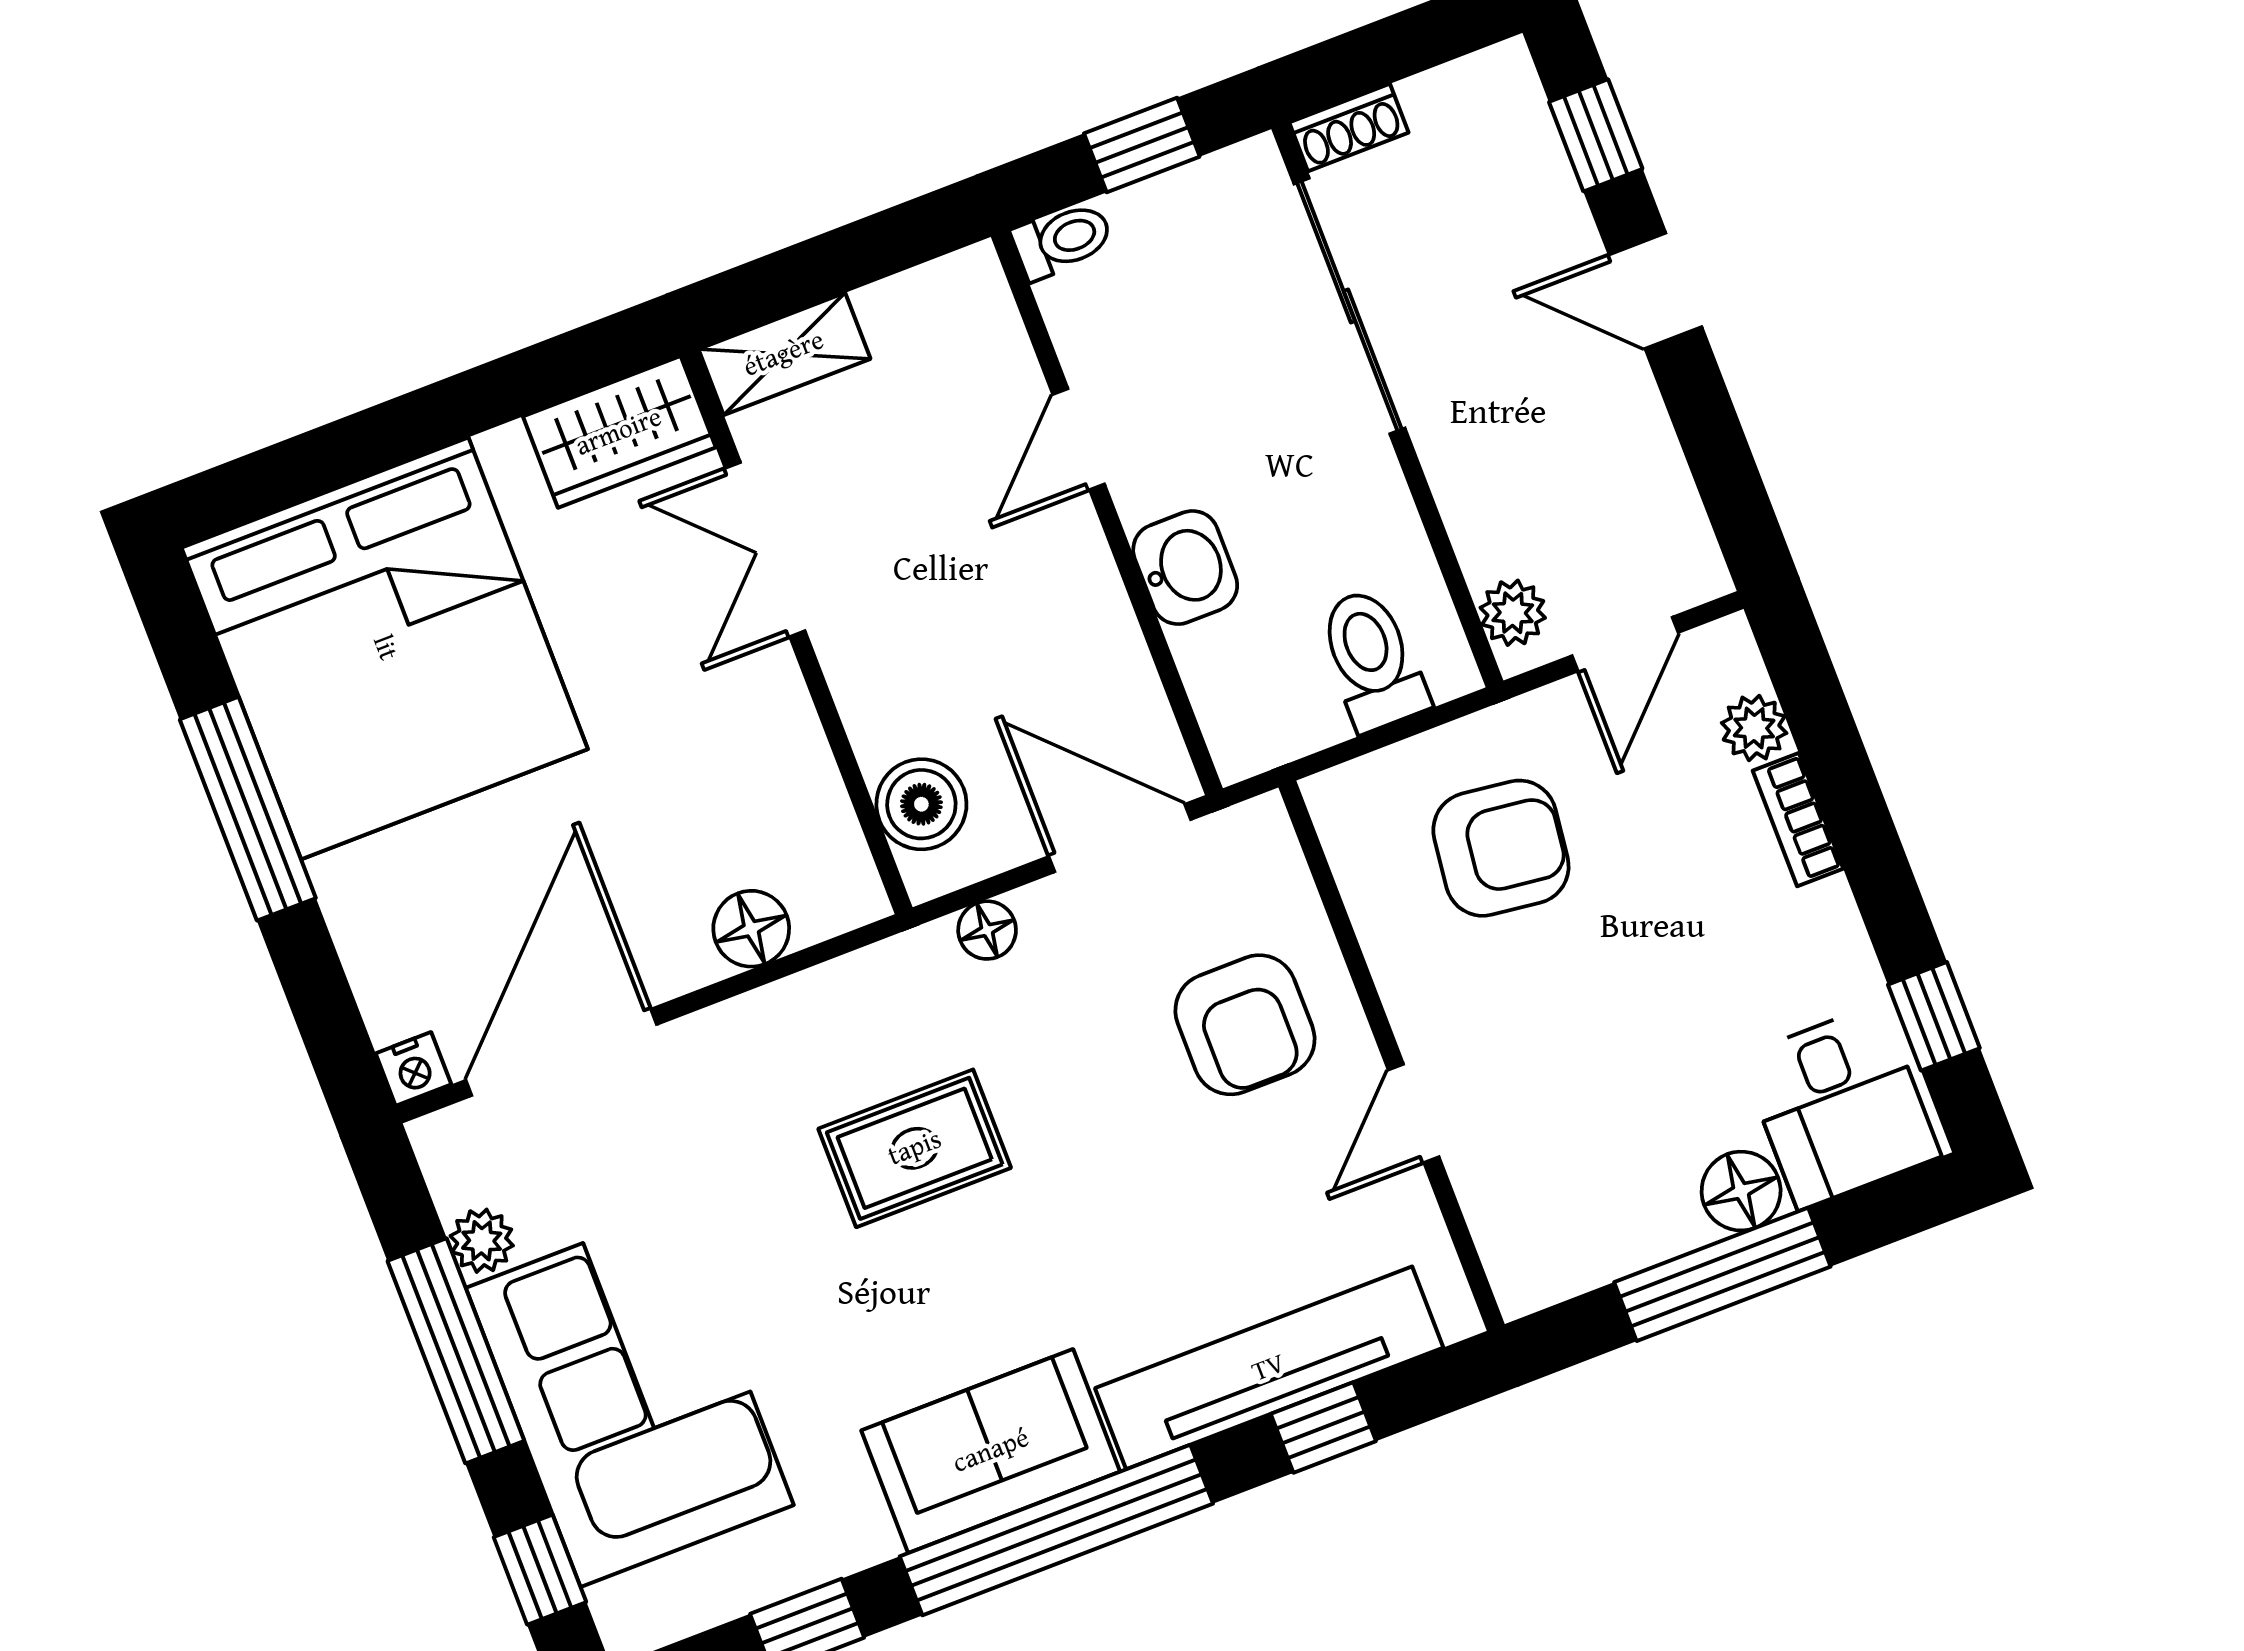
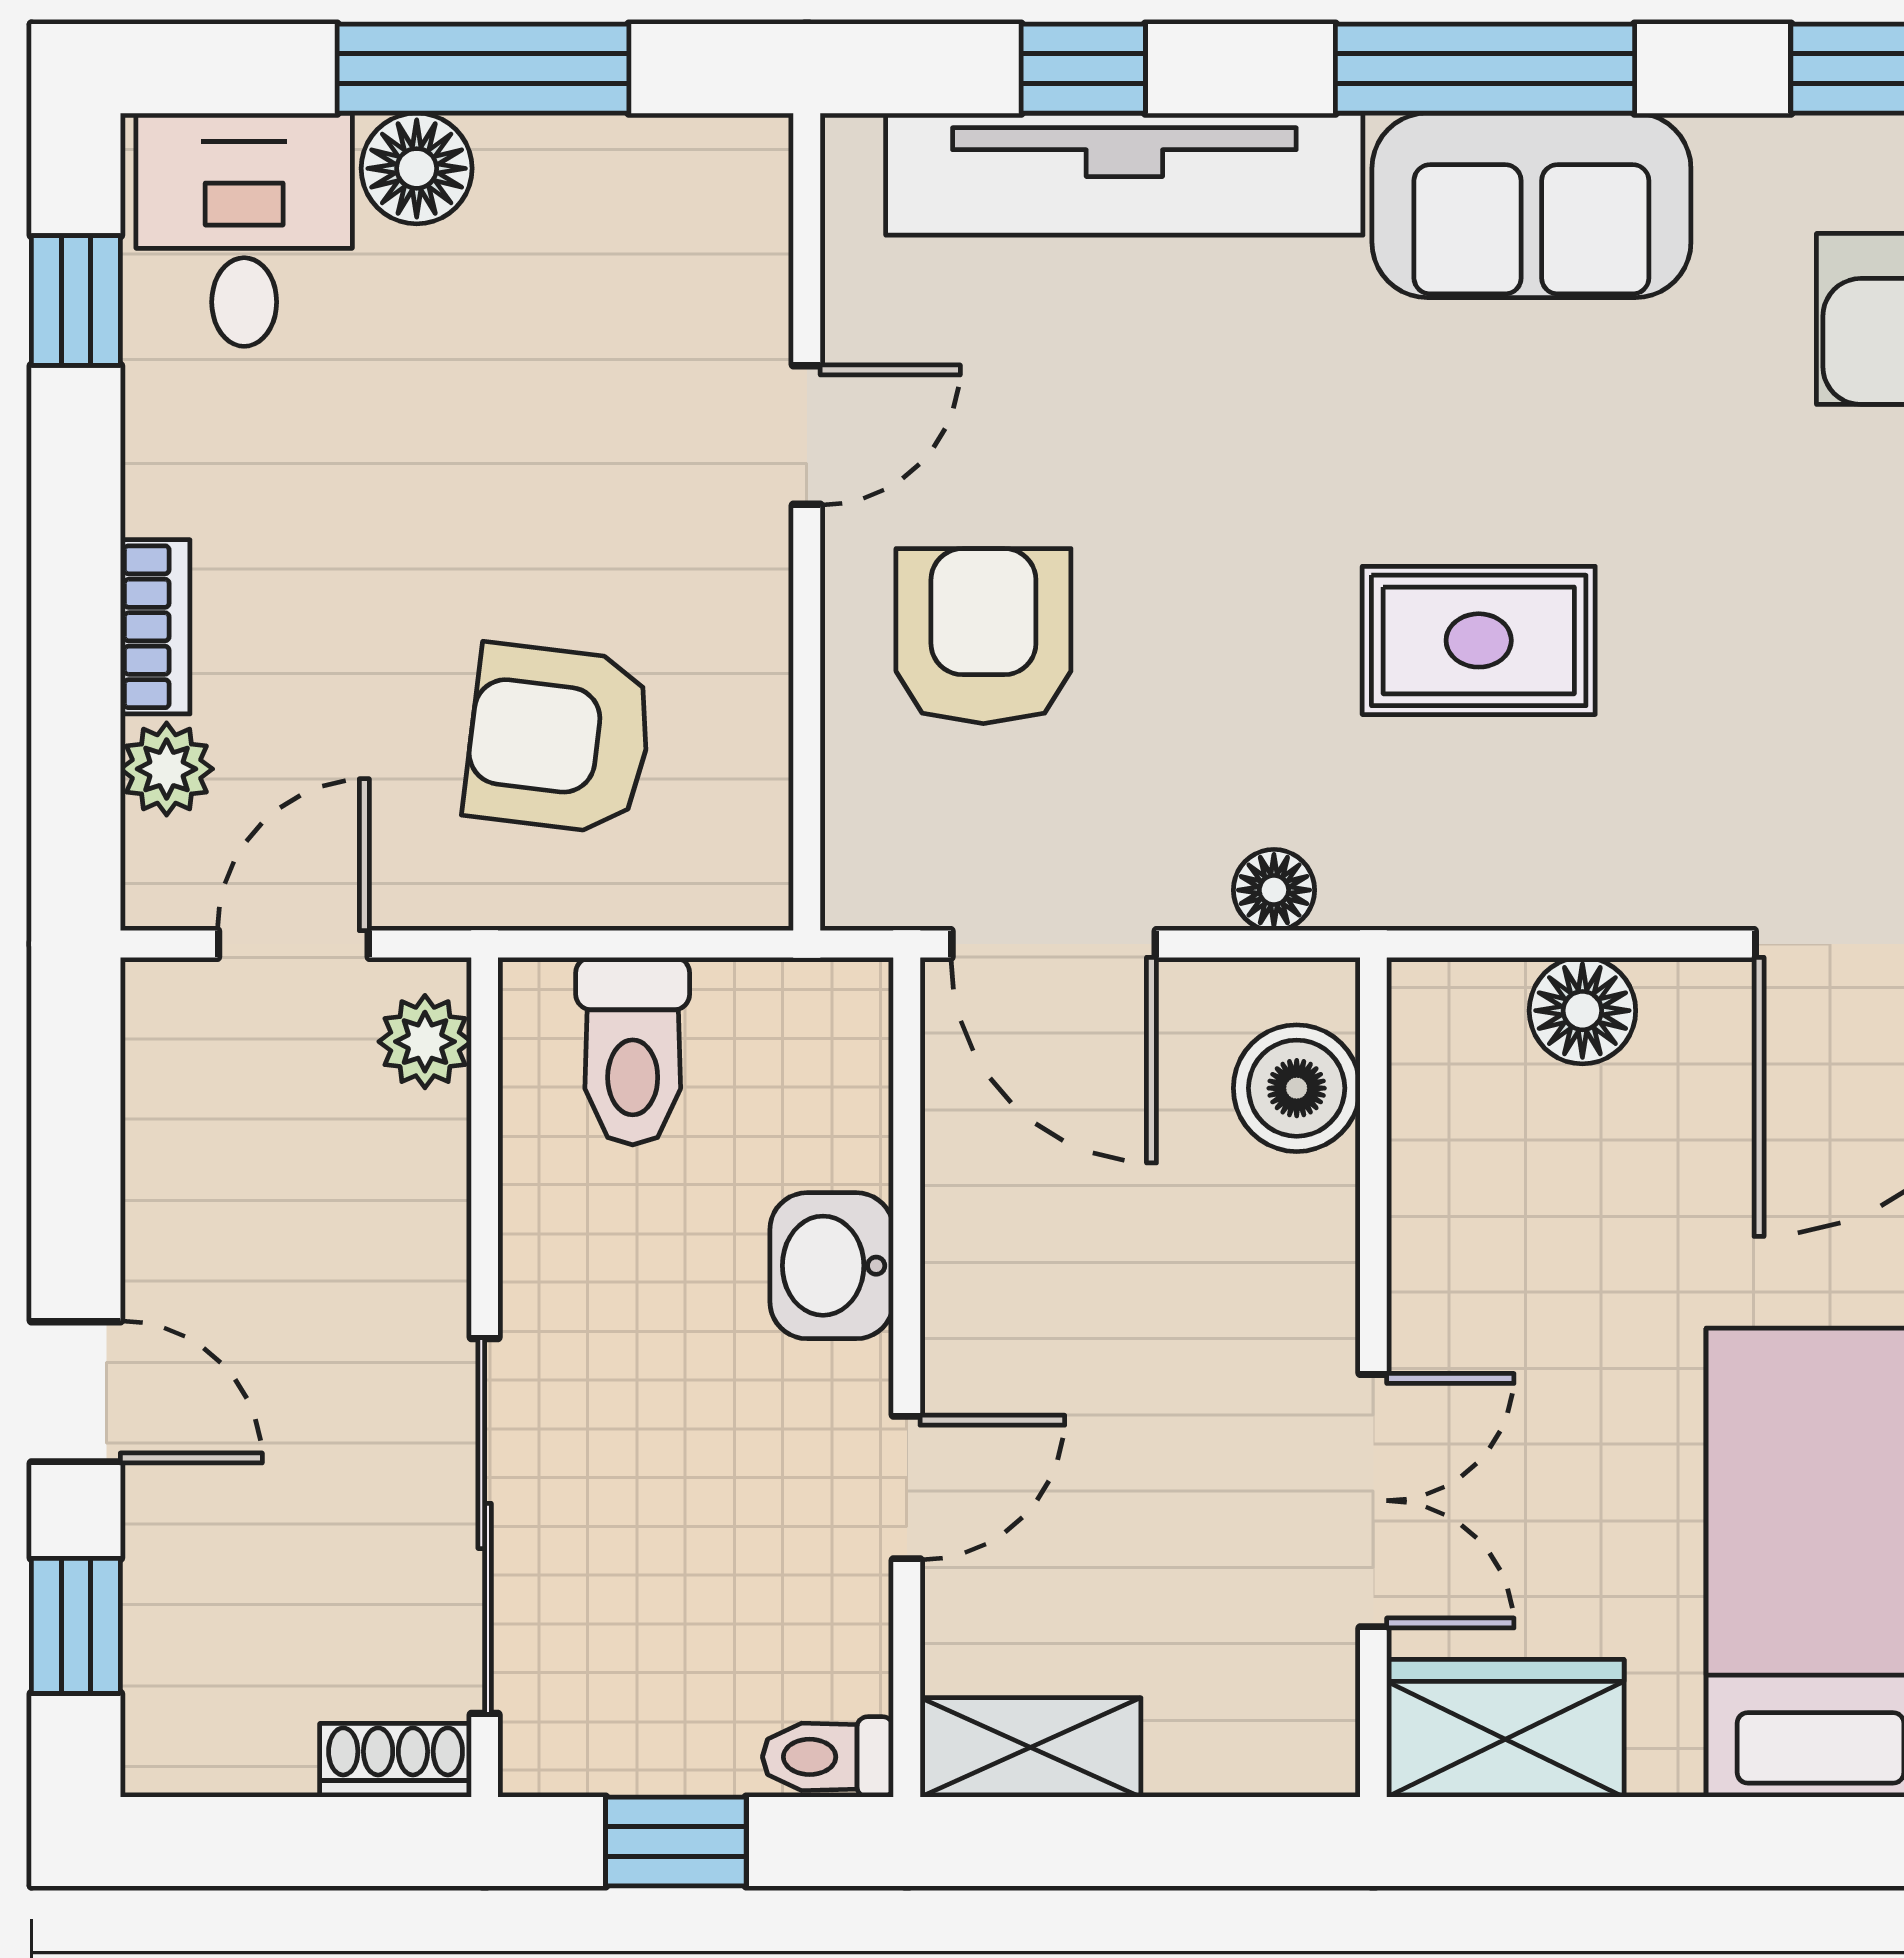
shelving: (784, 354) -> (1031, 1747), moved
window: (1056, 1530) -> (1485, 69), width x0.68

